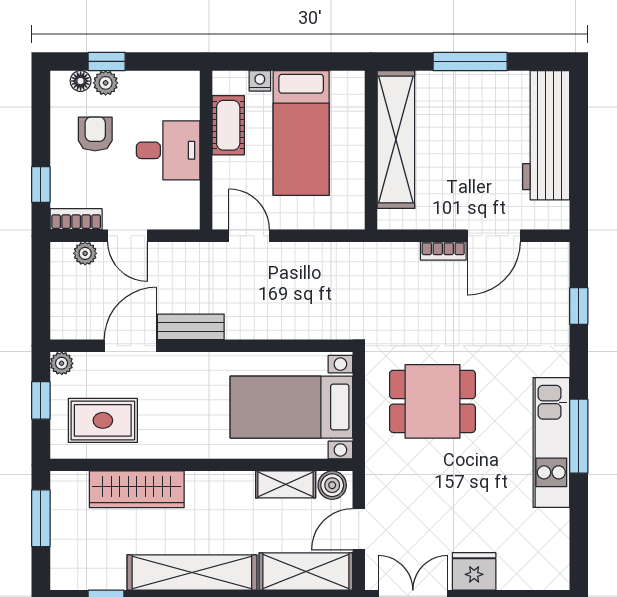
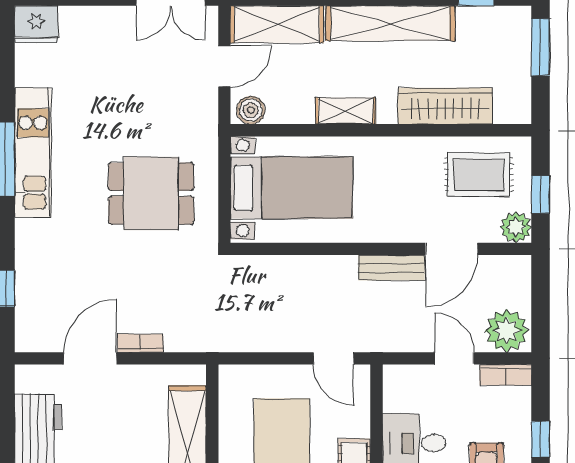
window: (41, 185) -> (541, 439), moved
plant: (85, 253) -> (507, 331), width x1.87, depth x1.87
plant: (62, 363) -> (516, 227), width x1.38, depth x1.38
shelving: (286, 484) -> (346, 111), moved
window: (41, 518) -> (541, 47), moved
fridge: (474, 571) -> (36, 24), moved

